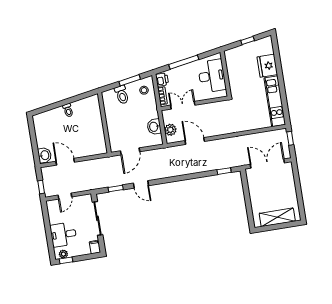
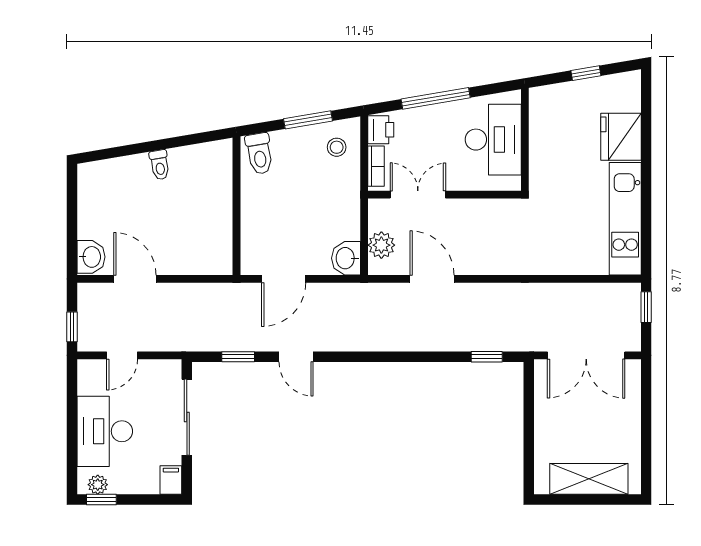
toilet: (122, 95) -> (259, 154), moved
washbasin: (154, 127) -> (346, 258), moved
double door: (267, 164) -> (586, 355), swing flipped
desk: (63, 234) -> (105, 431), width x1.37

